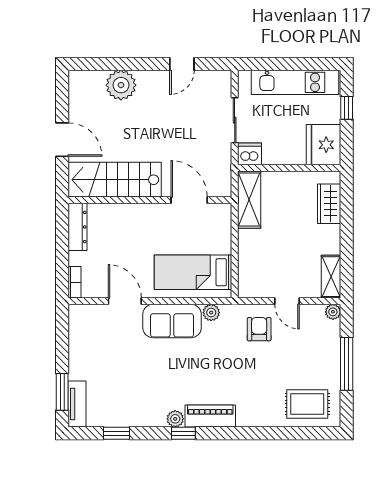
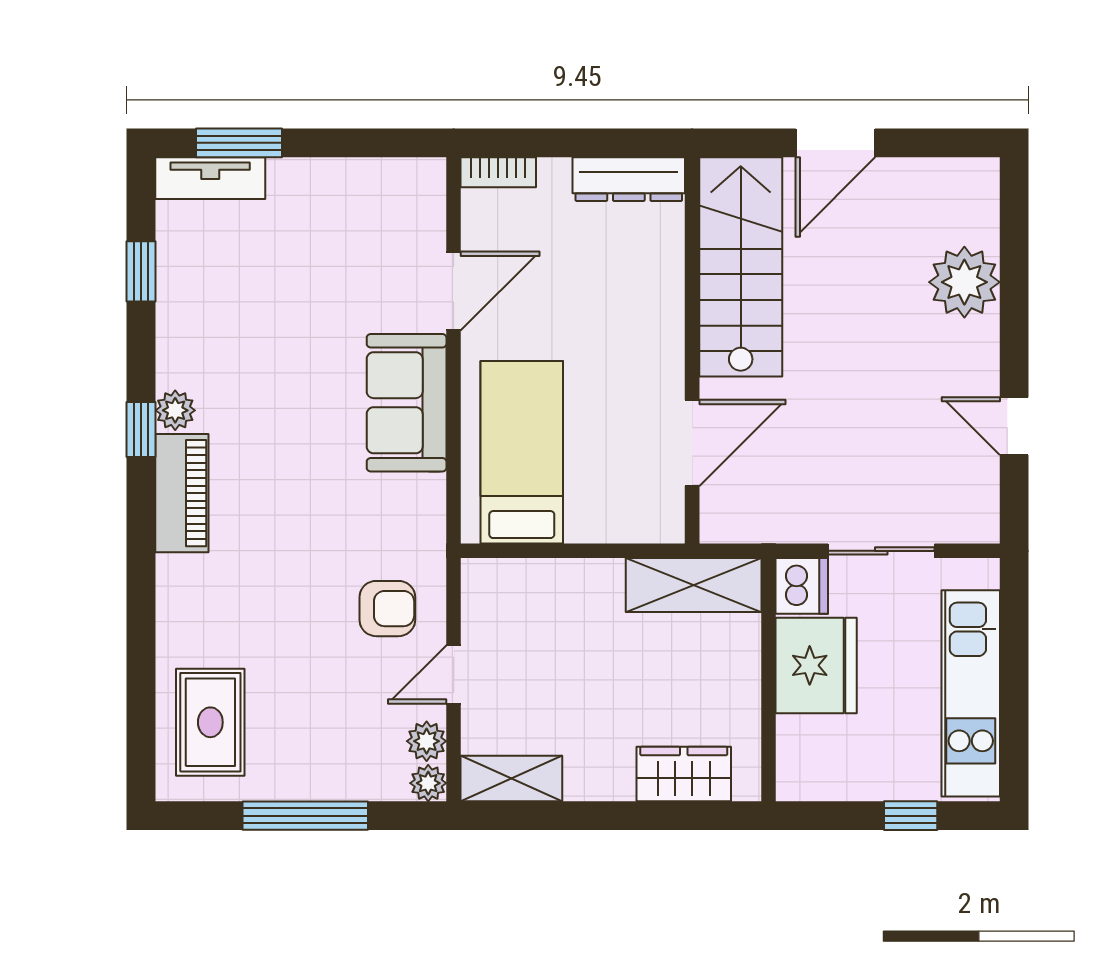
fridge: (323, 145) -> (816, 665), moved, turned 90
plant: (211, 313) -> (427, 741), moved

